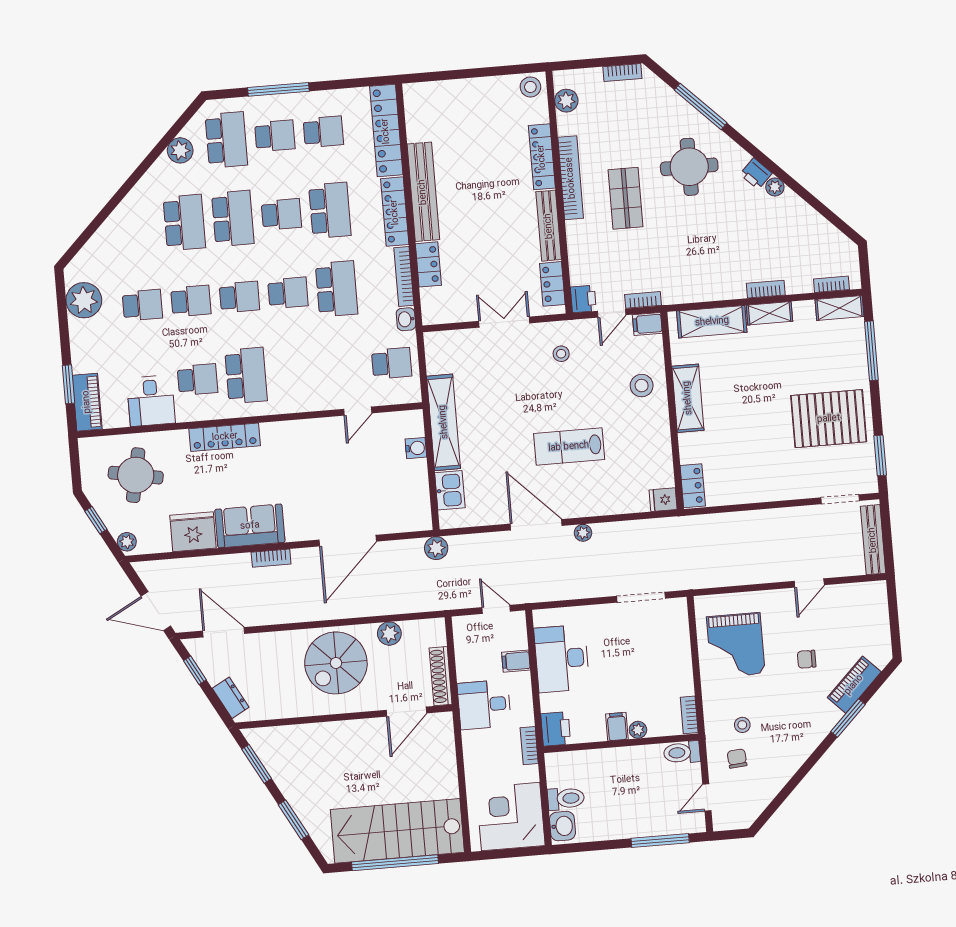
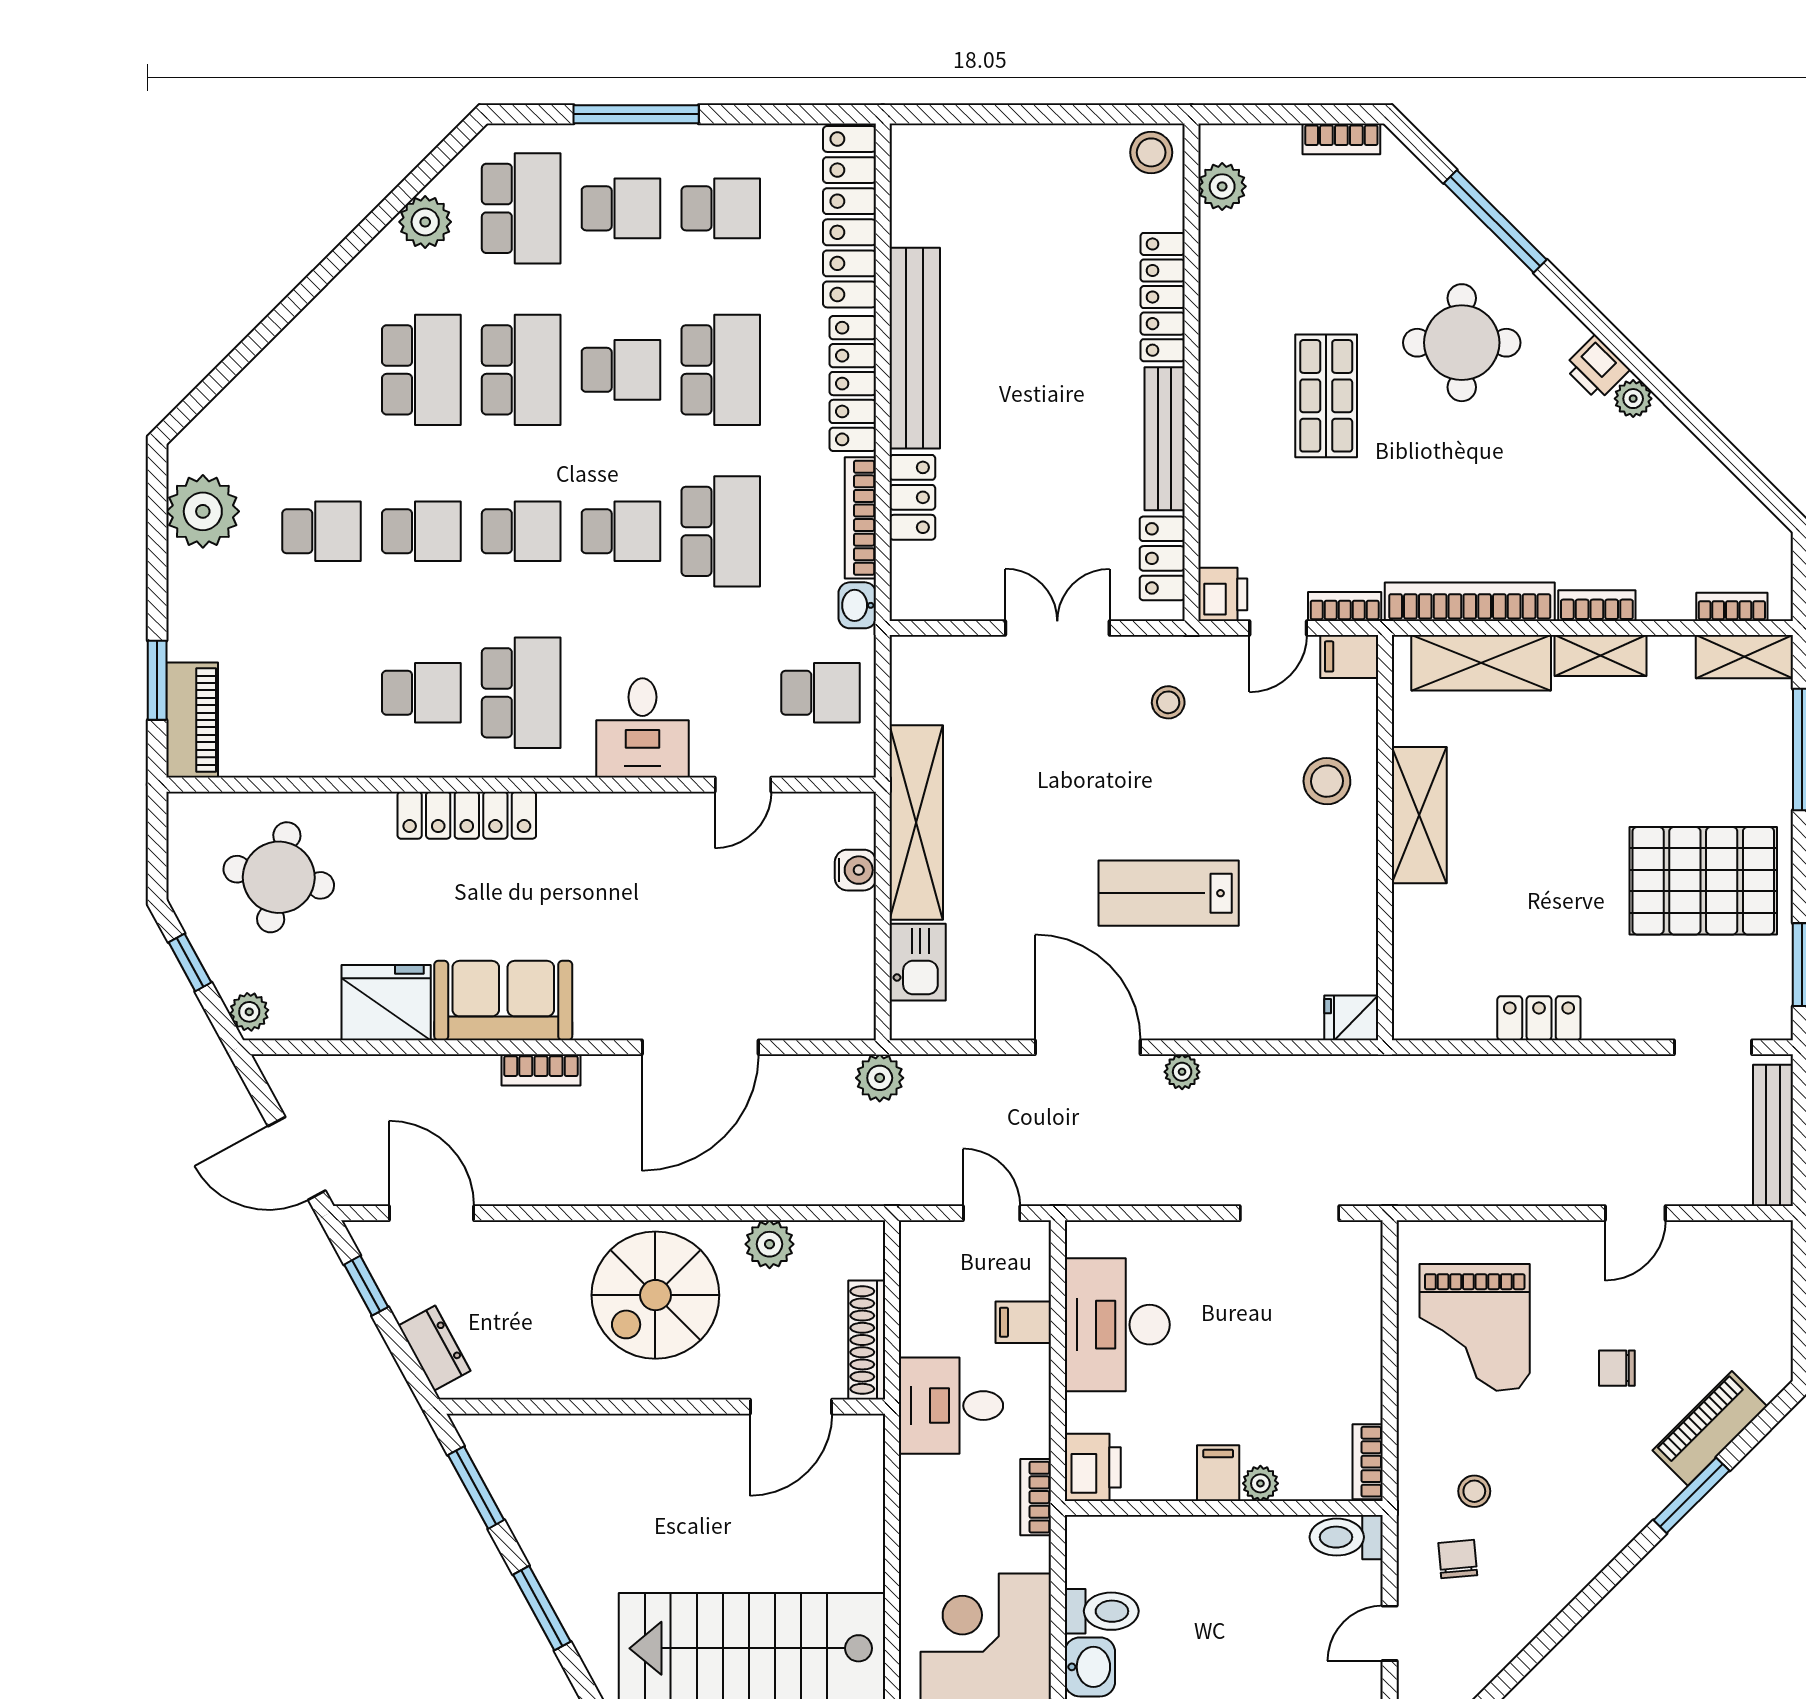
bookcase: (571, 178) -> (1470, 602), moved, turned -90
desk: (151, 401) -> (642, 728), moved
locker: (693, 486) -> (1539, 1018), moved, turned -90

